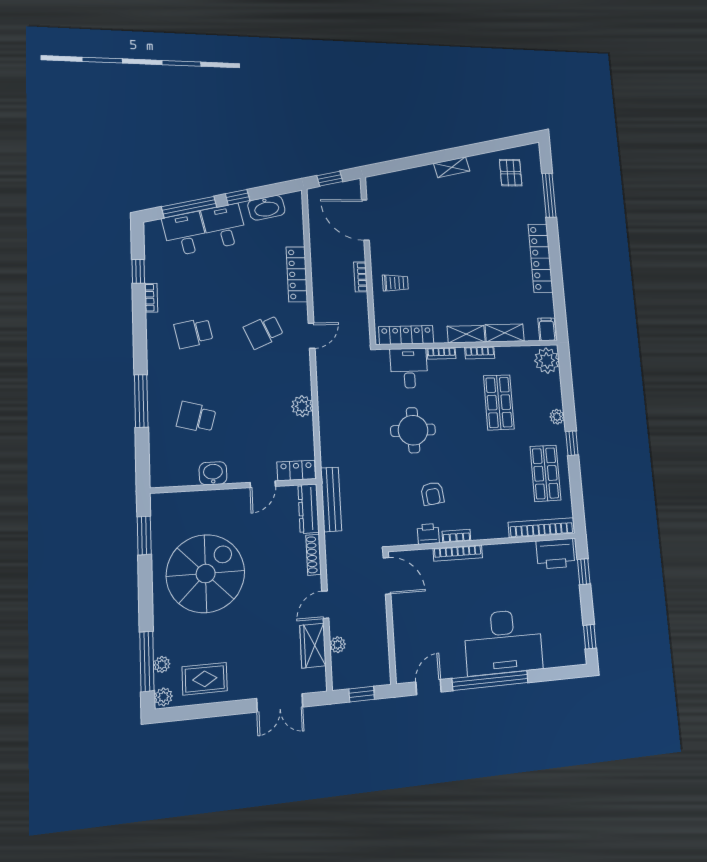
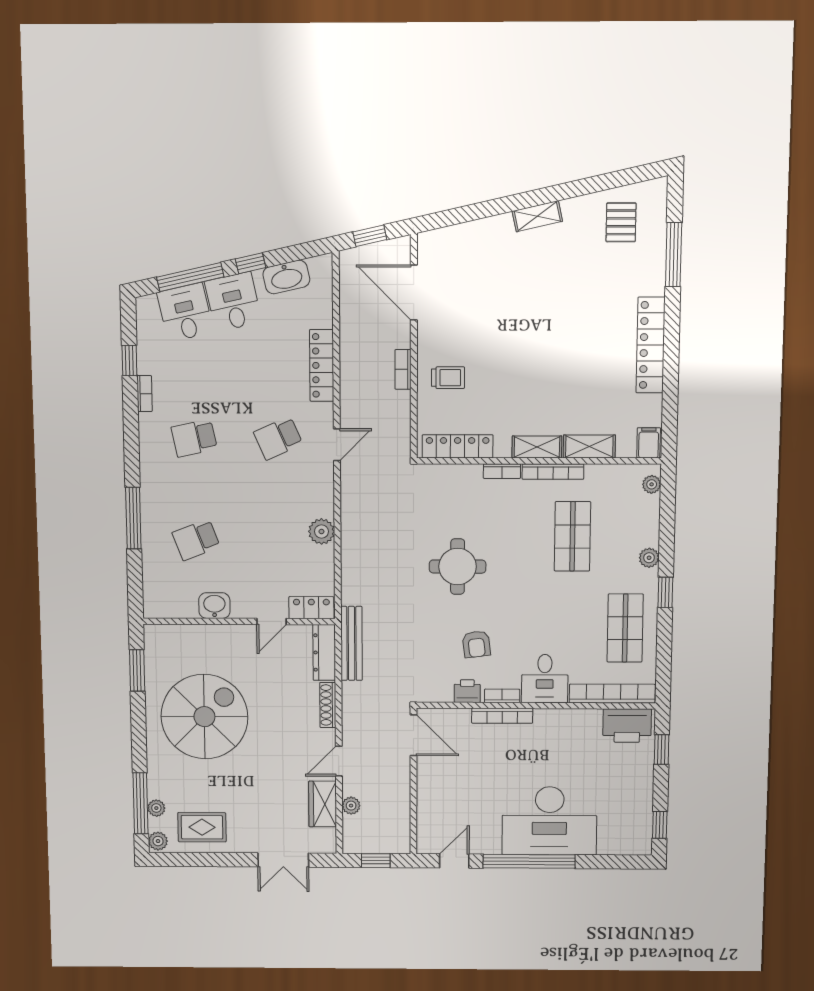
bookcase: (480, 353) -> (553, 472), width x1.56
plant: (547, 361) -> (652, 484), width x0.53, depth x0.53
desk: (409, 368) -> (545, 679), moved, turned 180
school desk: (196, 417) -> (196, 540), turned -36

